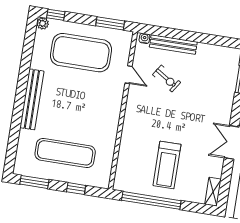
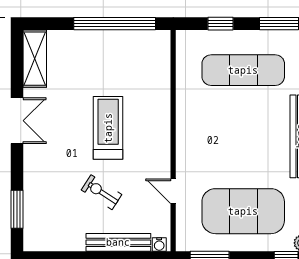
exercise bike: (167, 79) -> (102, 192), moved
treadmill: (167, 165) -> (108, 128), moved
shelving: (213, 192) -> (35, 59), width x1.50, depth x1.33

